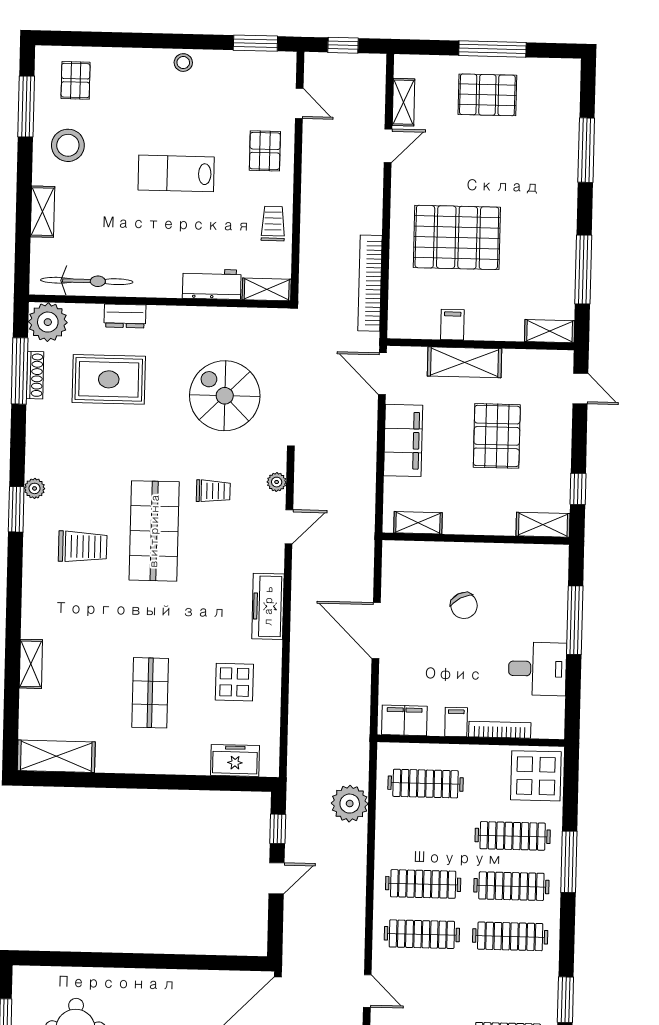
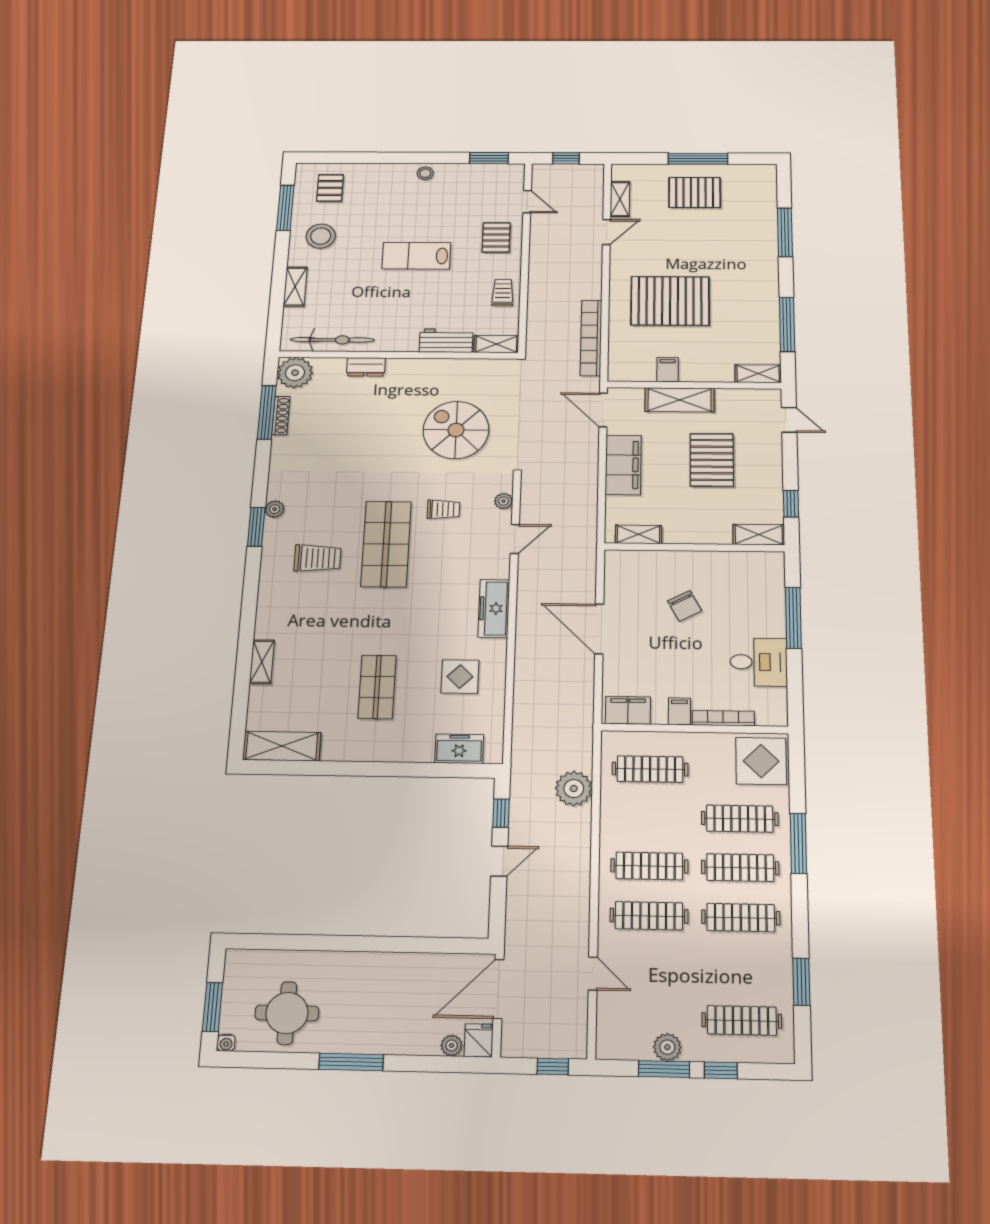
rug: (109, 379) -> (349, 418), removed

